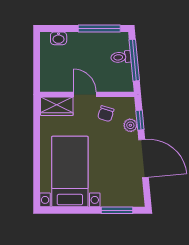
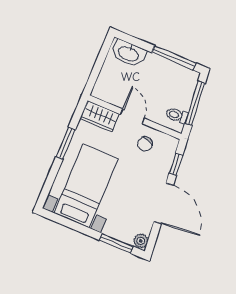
washbasin: (59, 38) -> (129, 53), width x1.91, depth x1.45
toilet: (121, 57) -> (177, 115), moved
plant: (130, 125) -> (141, 241), moved
window: (37, 142) -> (66, 143), added

